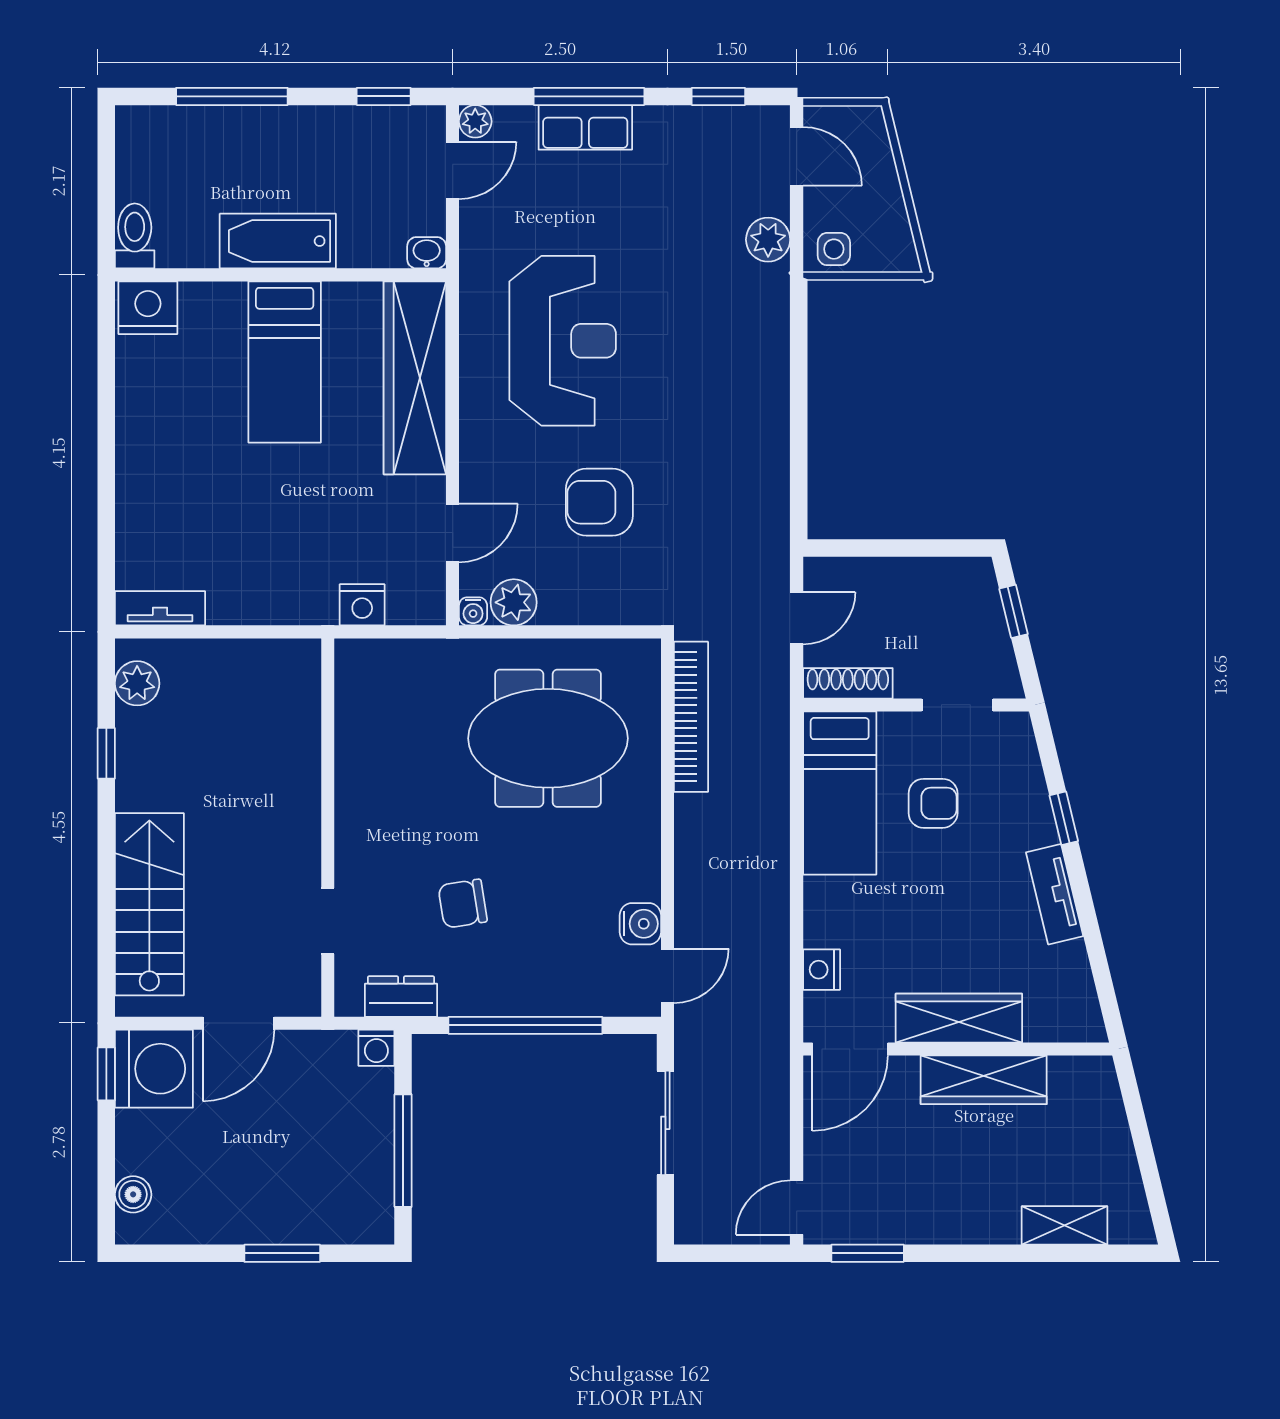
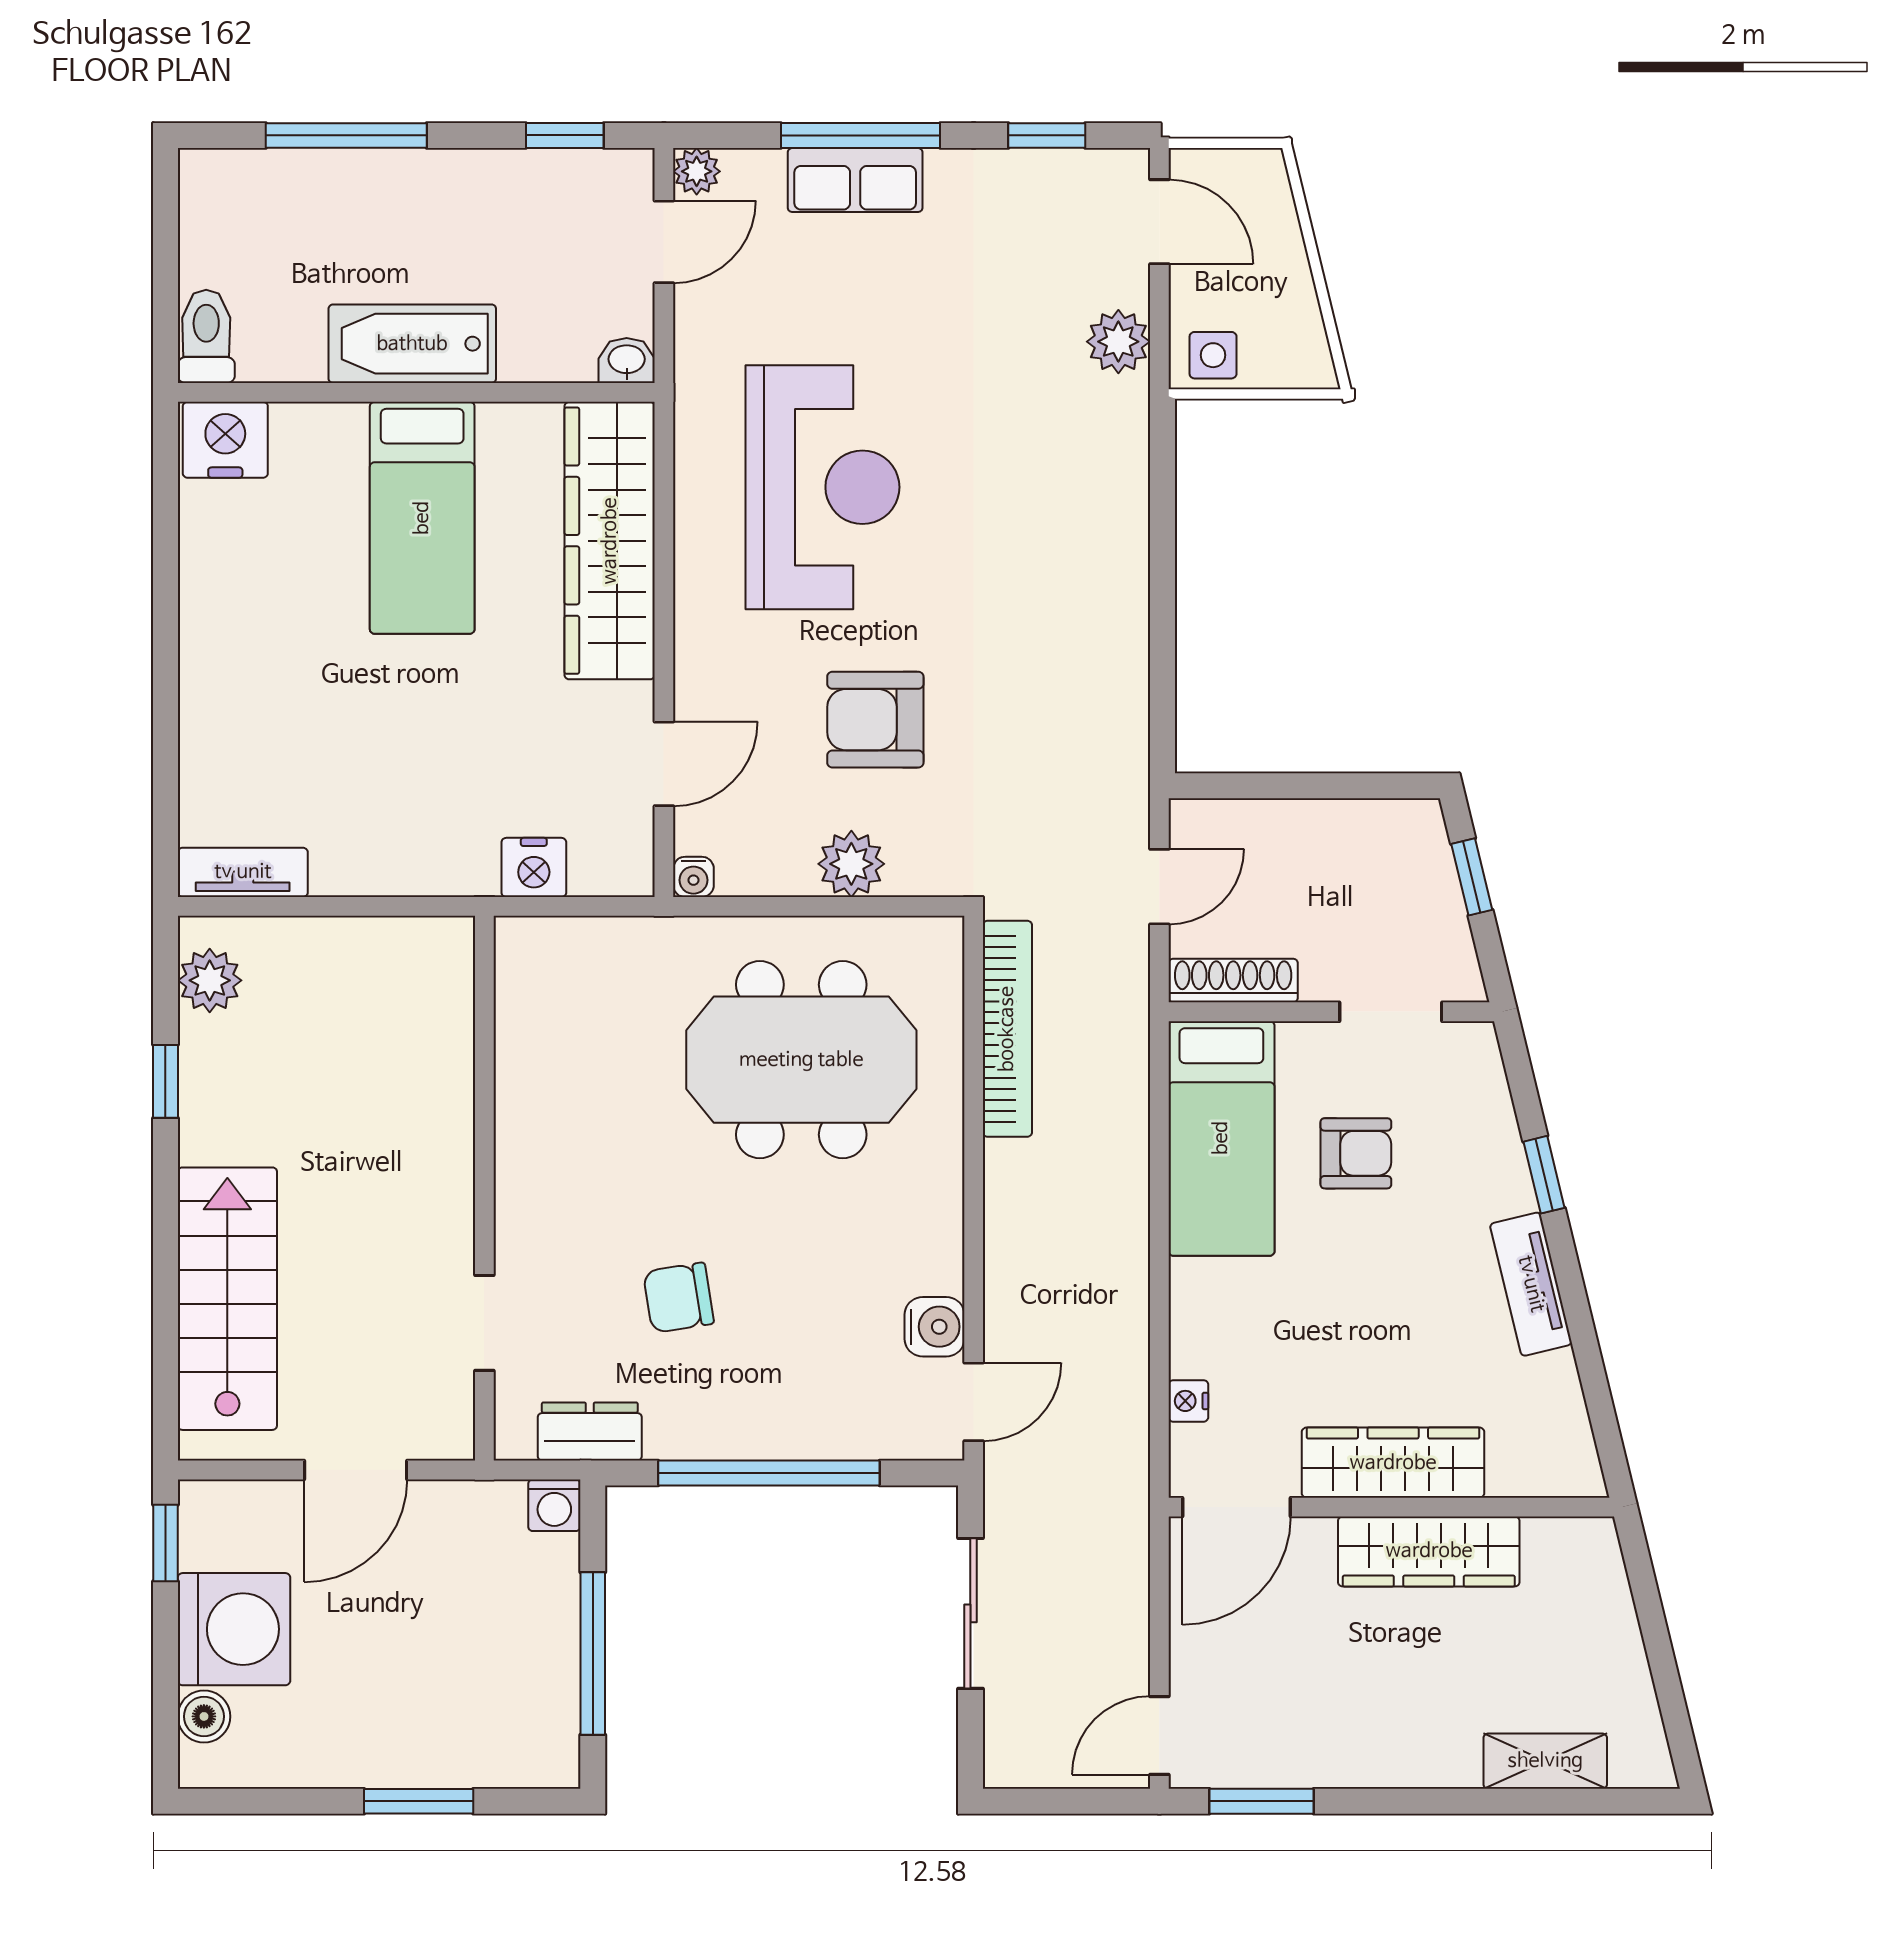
plant: (514, 602) -> (851, 864), moved
nightstand: (822, 970) -> (1188, 1401), width x0.72, depth x0.74
washing machine: (154, 1069) -> (234, 1629), moved

